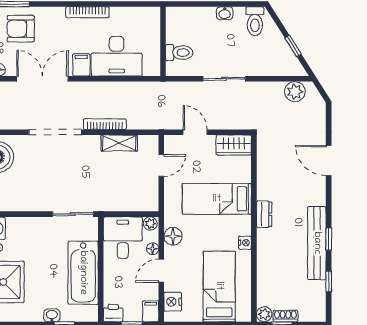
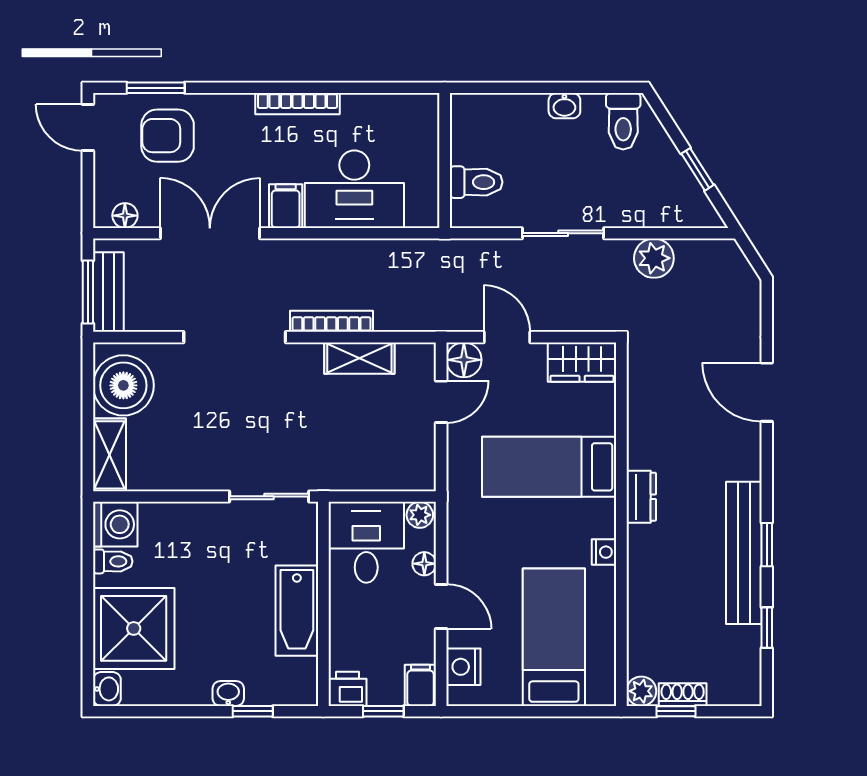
plant: (295, 92) -> (654, 258), moved
floor lamp: (173, 236) -> (464, 360), moved
door: (161, 271) -> (441, 606), swing flipped
bathtub: (83, 273) -> (297, 611), width x0.73, depth x0.73

